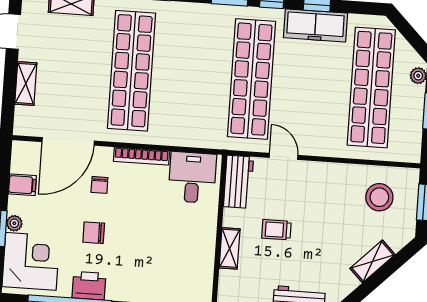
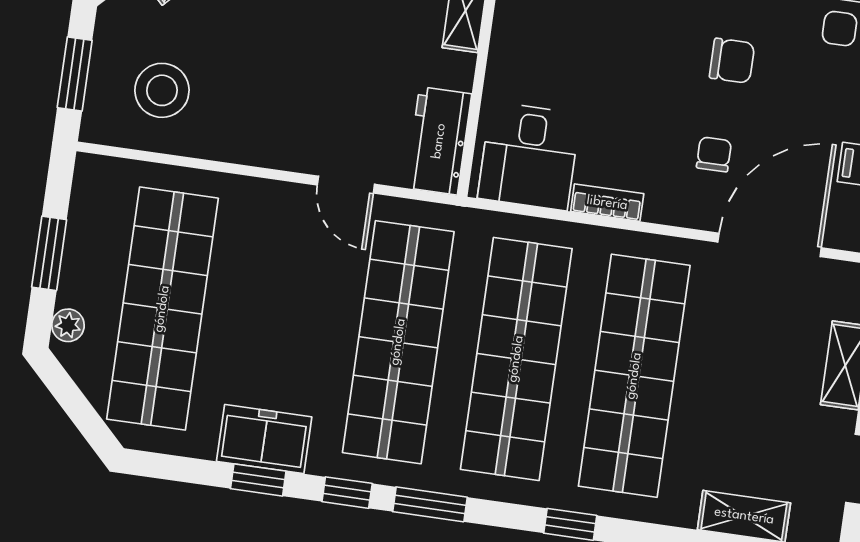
freezer: (315, 25) -> (264, 439), width x0.71
shop shelf: (191, 75) -> (516, 359), added
bookcase: (141, 156) -> (607, 203), width x0.64
trolley: (276, 230) -> (370, 41), removed

